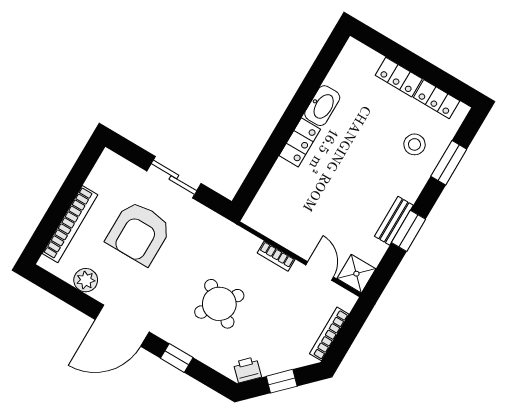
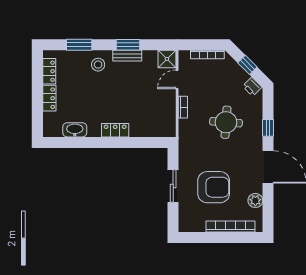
washbasin: (322, 106) -> (75, 130), moved
stool: (415, 144) -> (98, 65), moved
round table: (219, 304) -> (226, 122), turned -31

